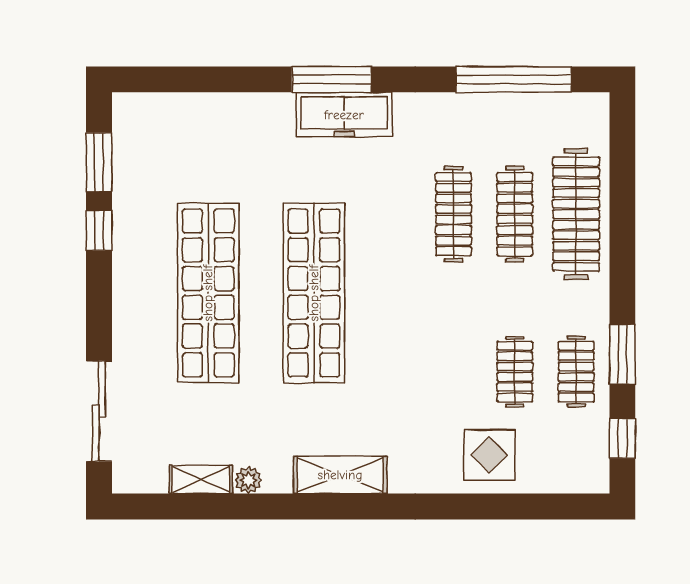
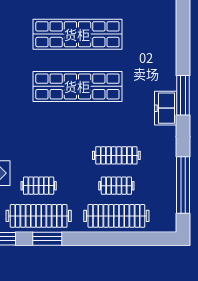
freezer: (344, 115) -> (166, 108), width x0.71
clothes rail: (515, 214) -> (116, 186), width x0.73
clothes rail: (576, 372) -> (39, 216), width x1.86, depth x1.31

